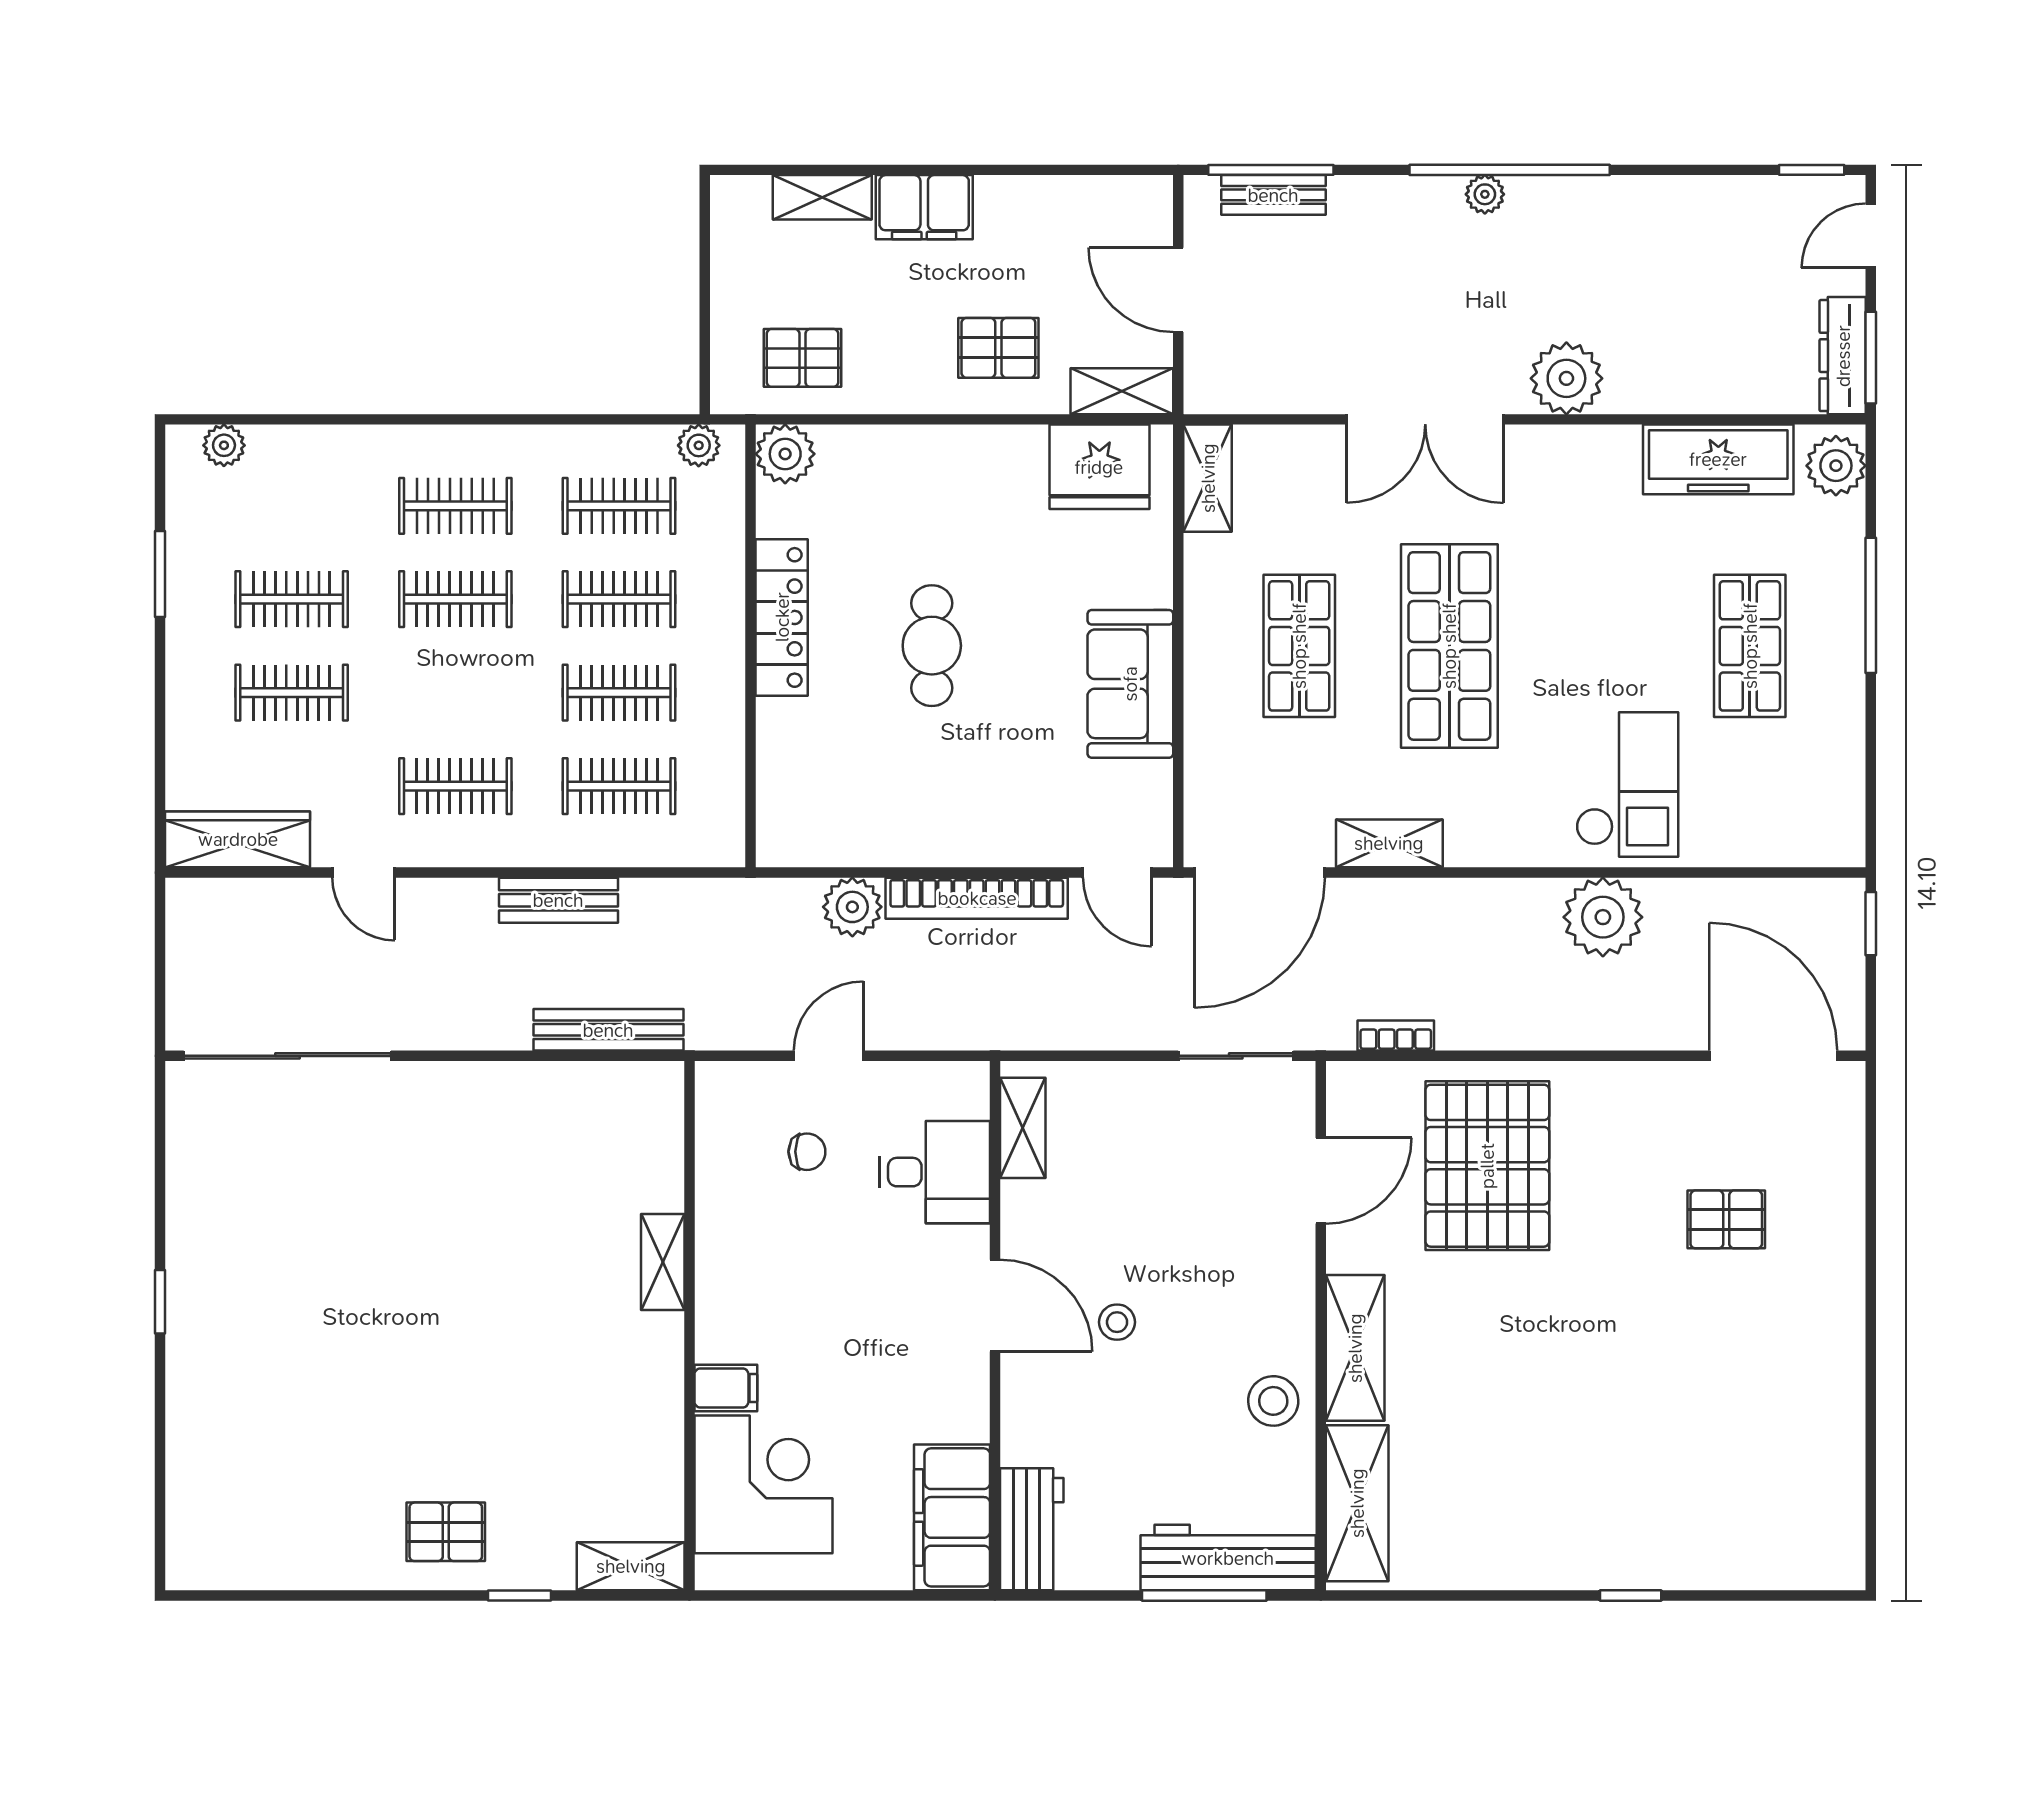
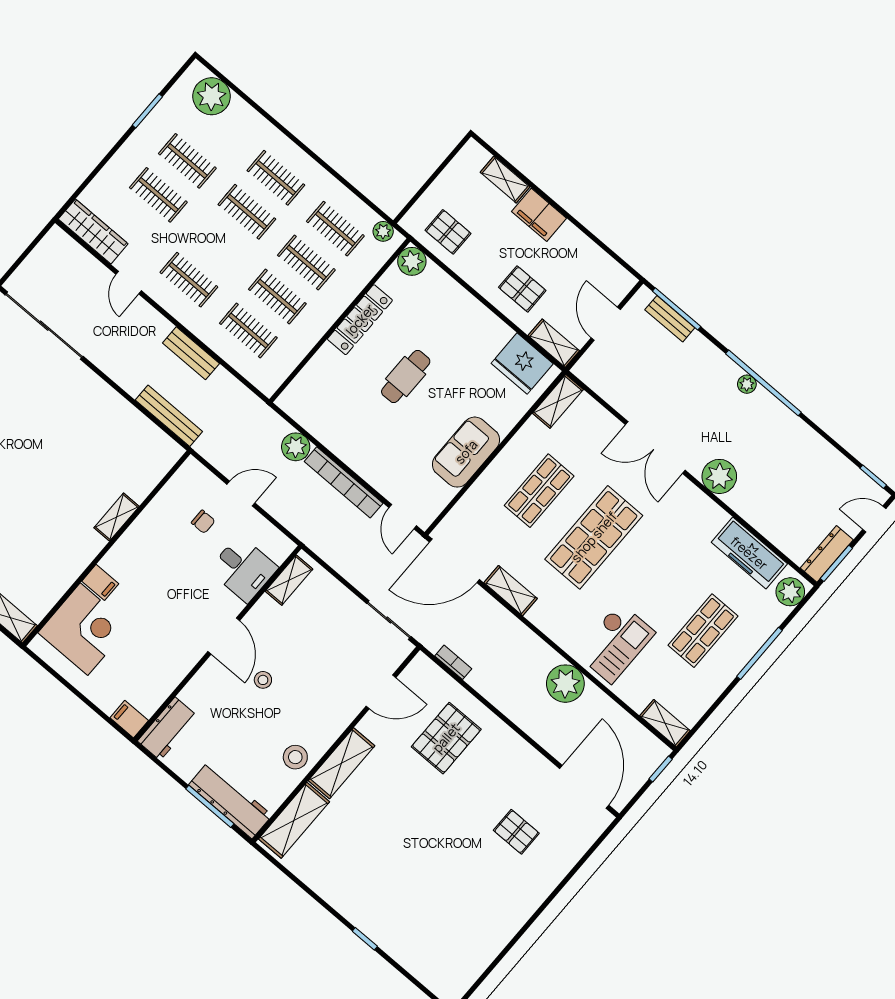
plant: (224, 445) -> (212, 96), width x1.88, depth x1.88
shelving: (1815, 845) -> (665, 723), added
pallet: (1487, 1166) -> (446, 738), width x0.73, depth x0.71
filing cabinet: (952, 1517) -> (129, 719), width x0.33, depth x0.86

